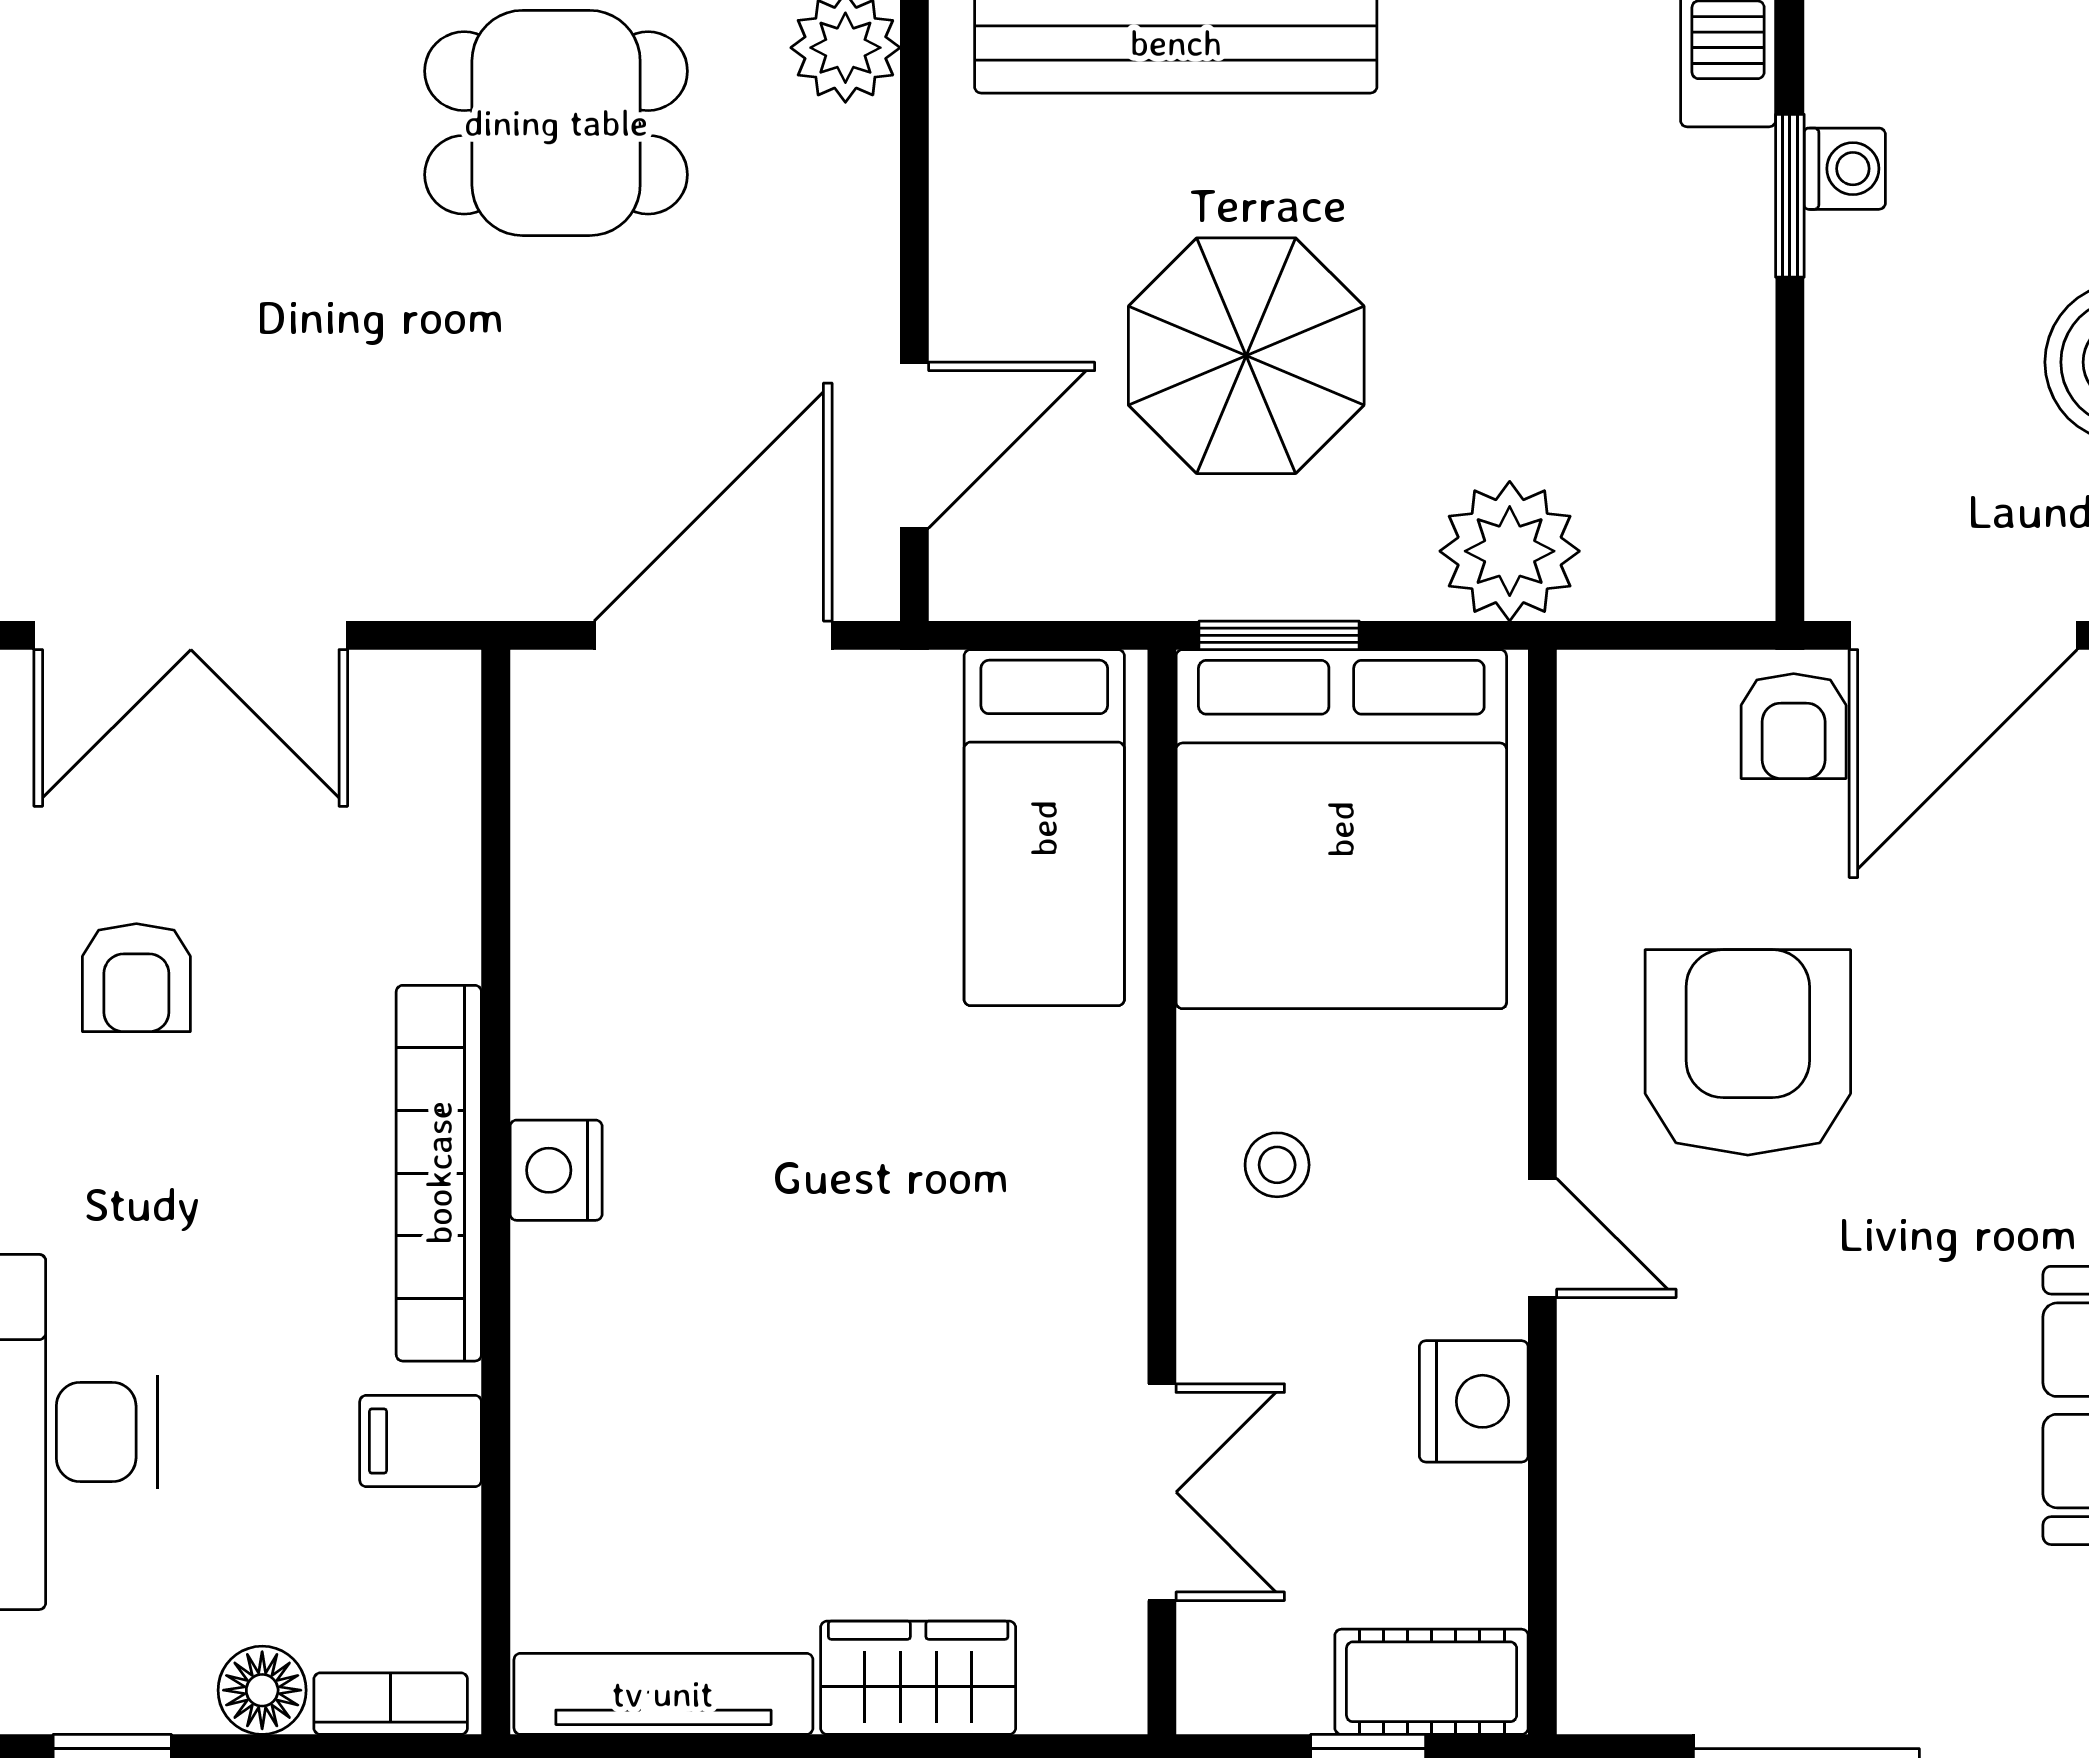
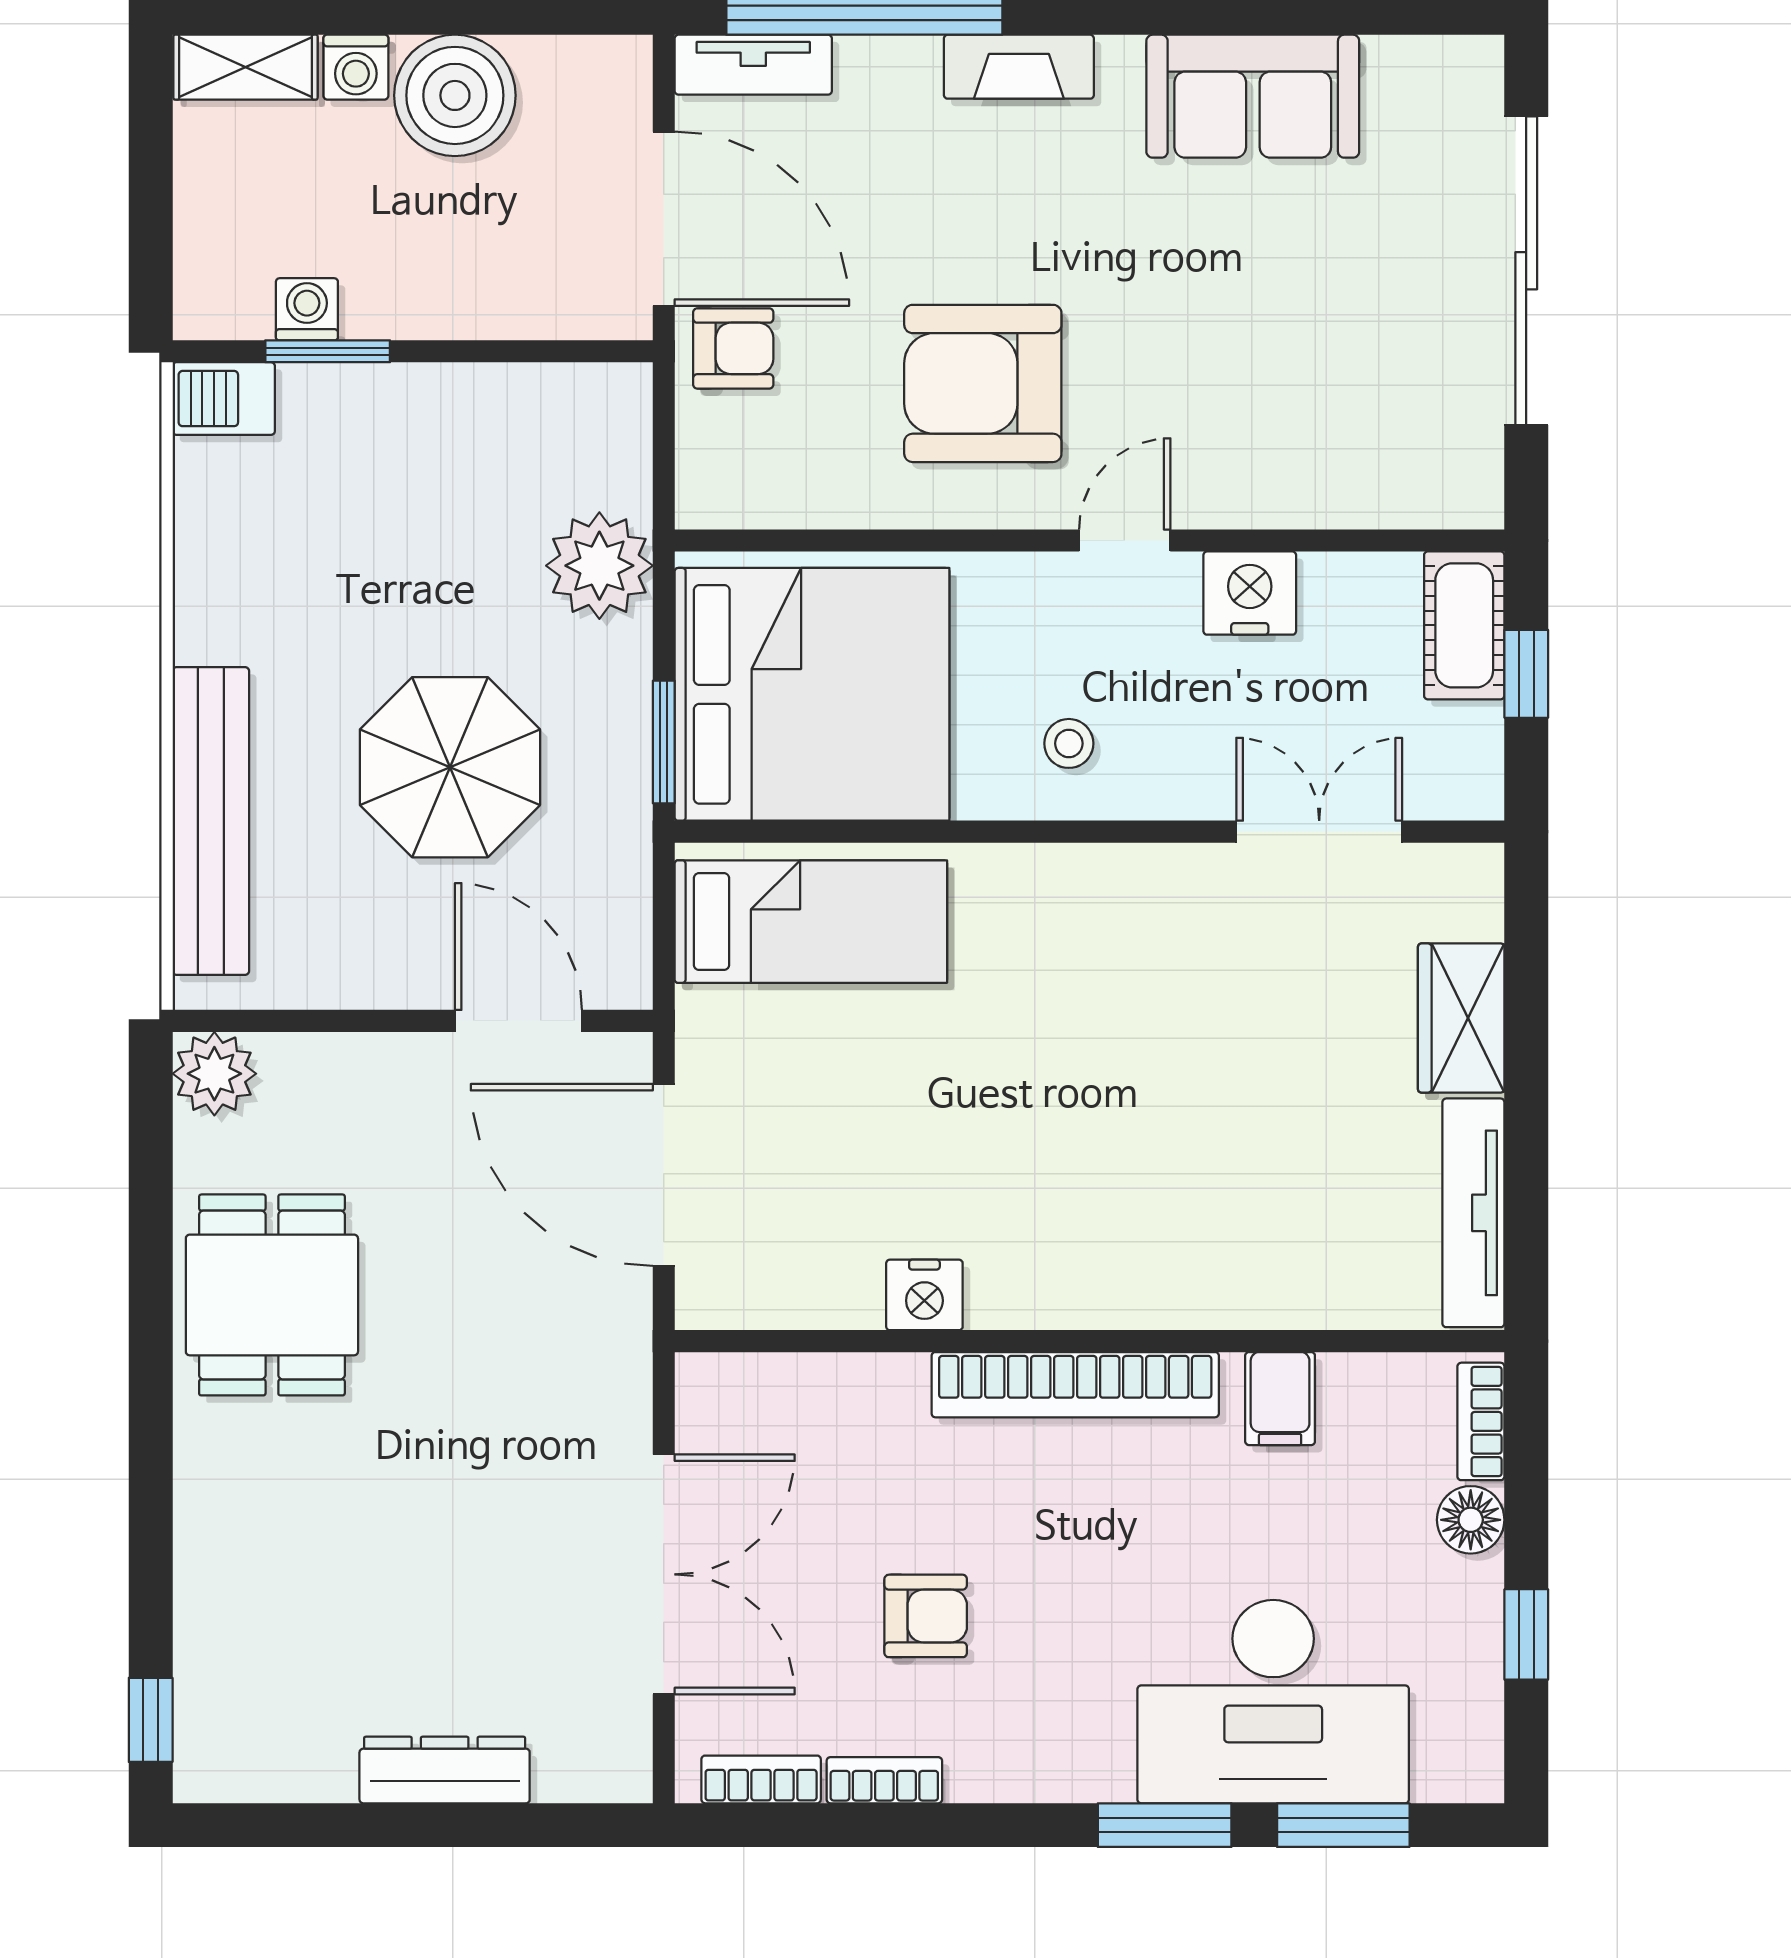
nightstand: (556, 1170) -> (924, 1295), moved

